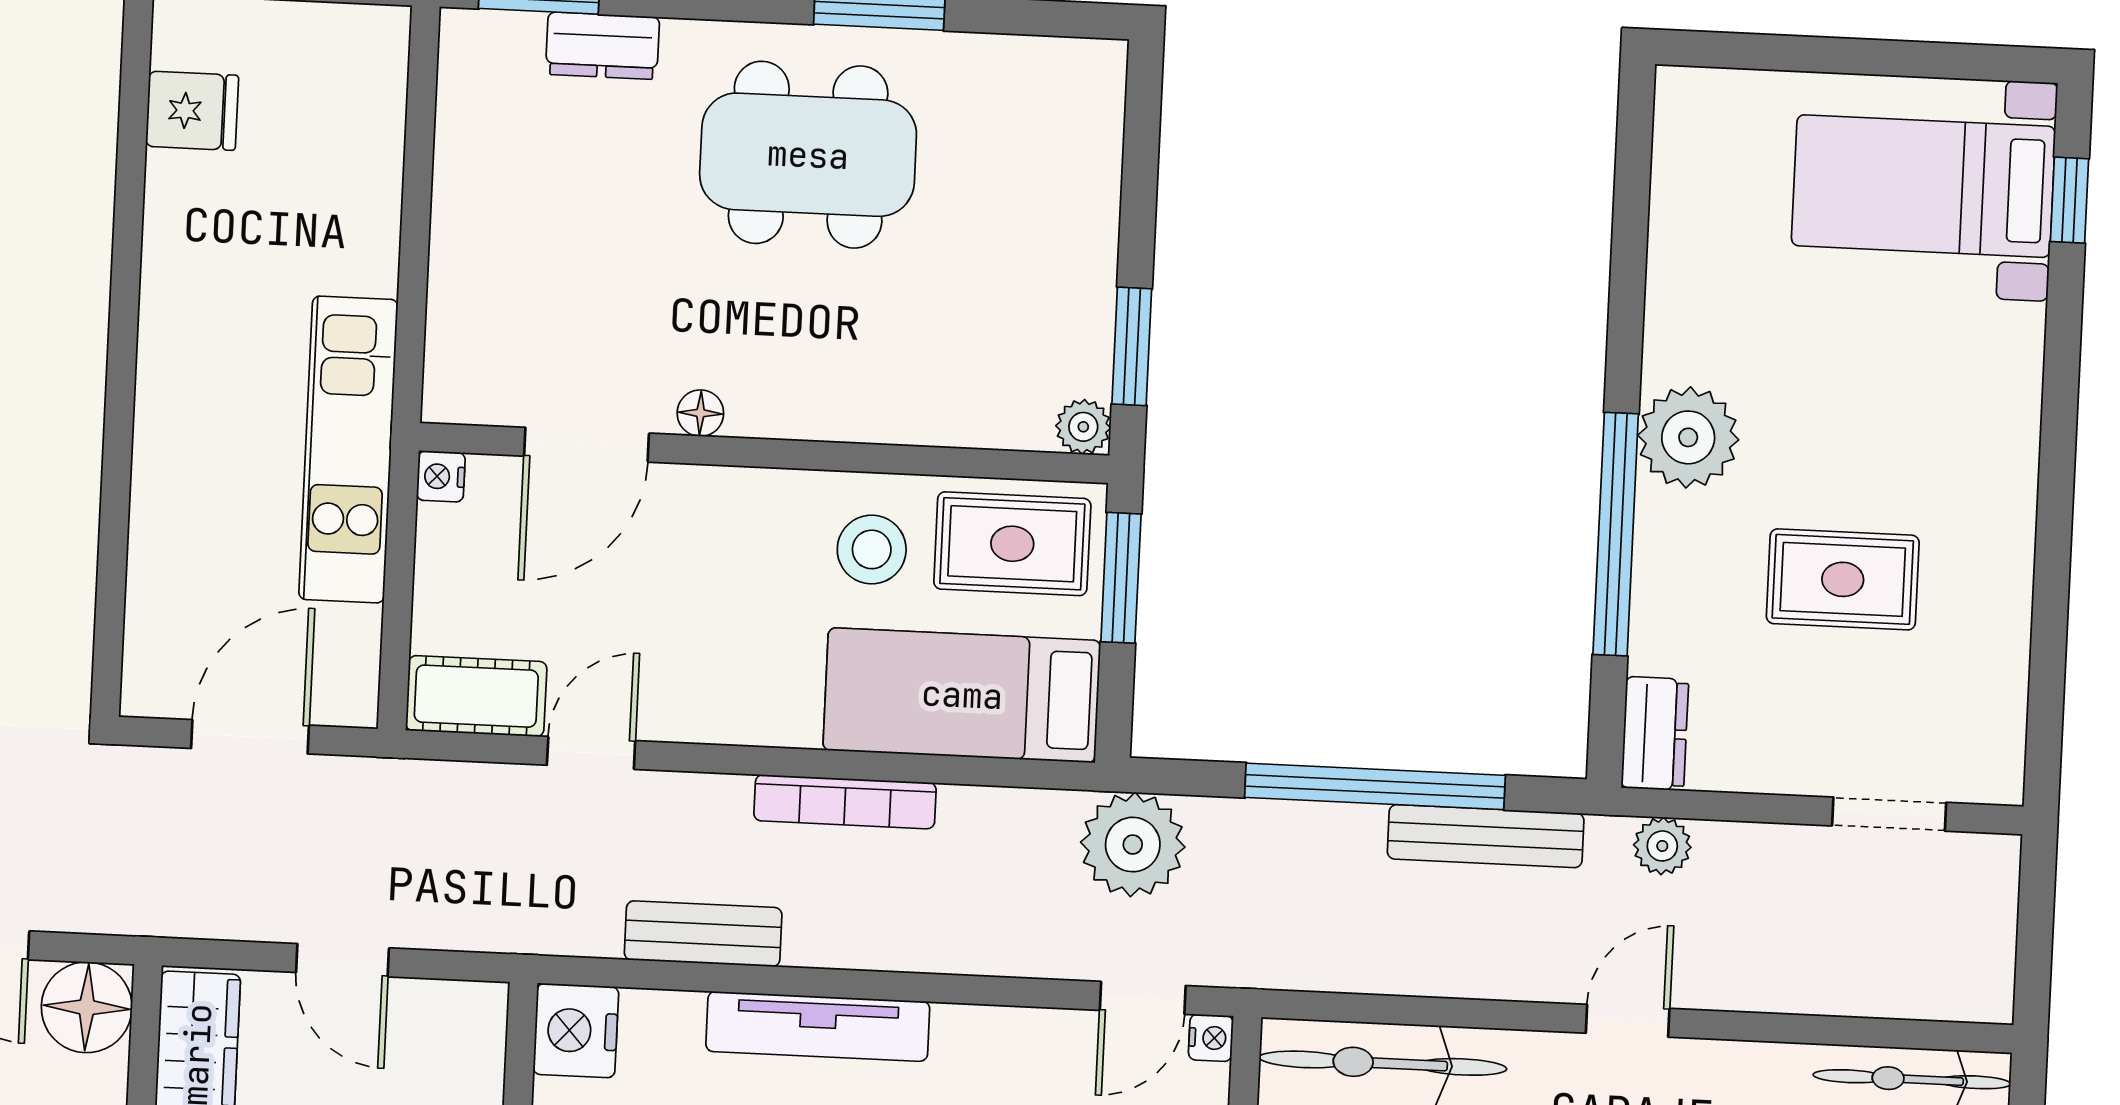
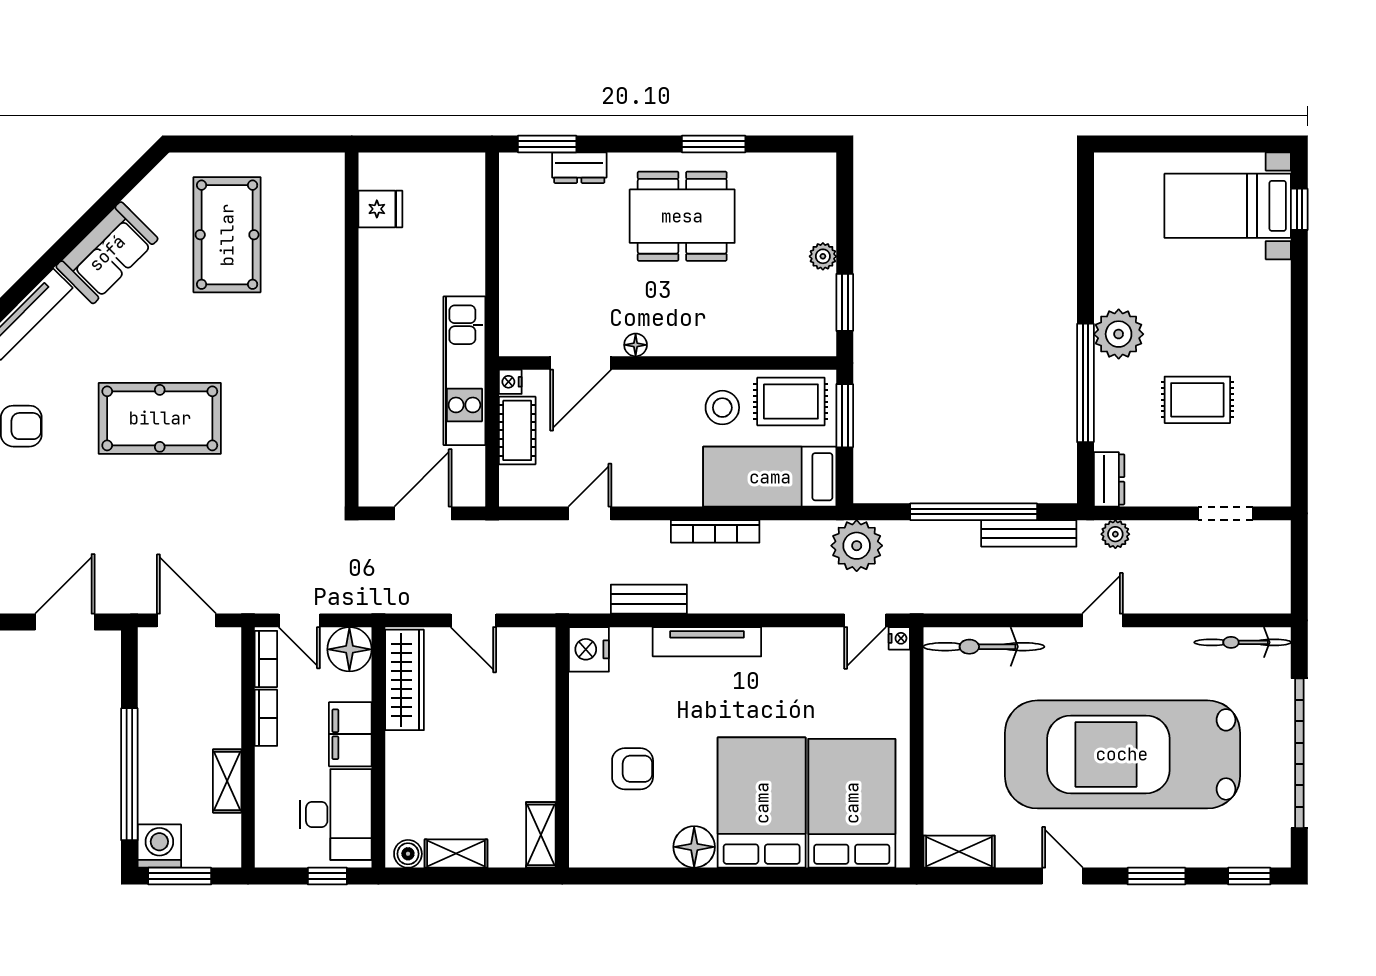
plant: (1083, 427) -> (823, 256), moved
cot: (476, 696) -> (517, 430), moved, turned 90

